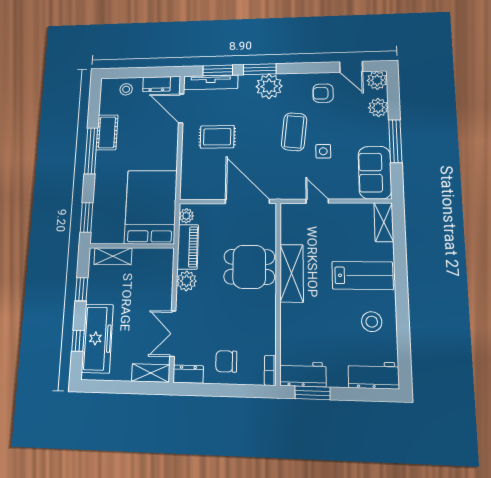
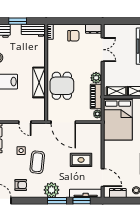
dining table: (249, 267) -> (62, 86), turned 90
shelving: (151, 373) -> (117, 91), moved
window: (313, 393) -> (18, 21), moved

